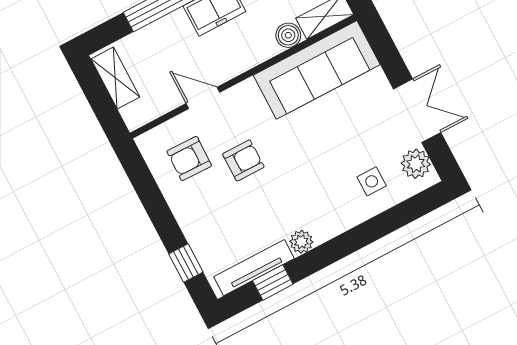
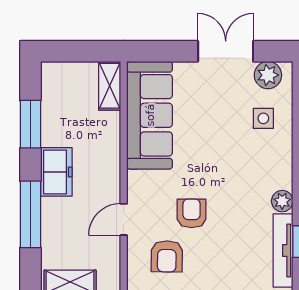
boiler: (288, 35) -> (109, 123), removed

